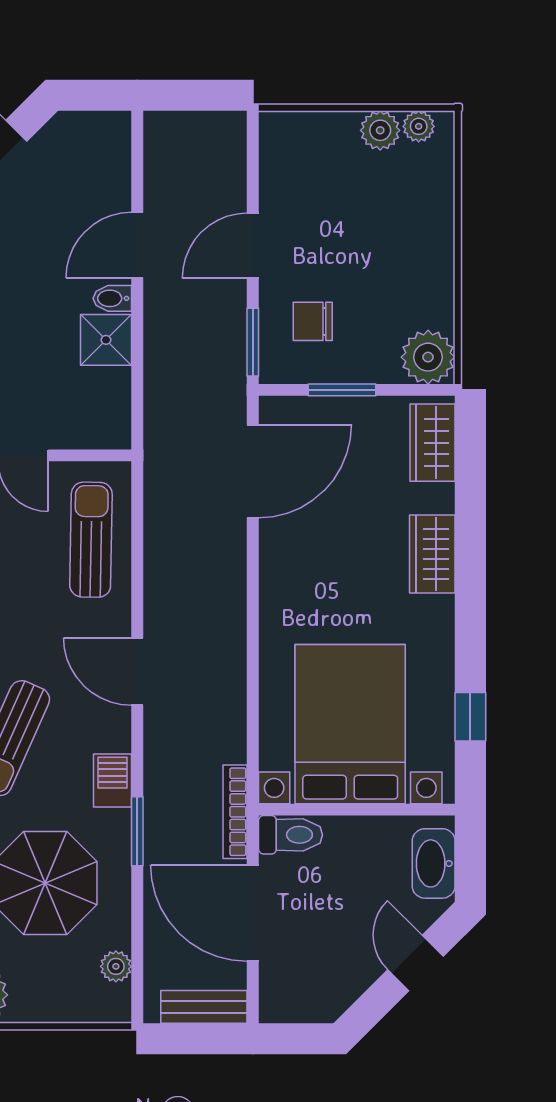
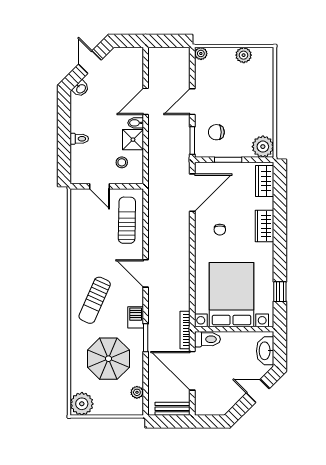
plant: (419, 126) -> (201, 53), moved
stool: (78, 396) -> (122, 162), added
chair: (321, 563) -> (220, 230), added
door: (416, 963) -> (258, 391), hinge flipped

